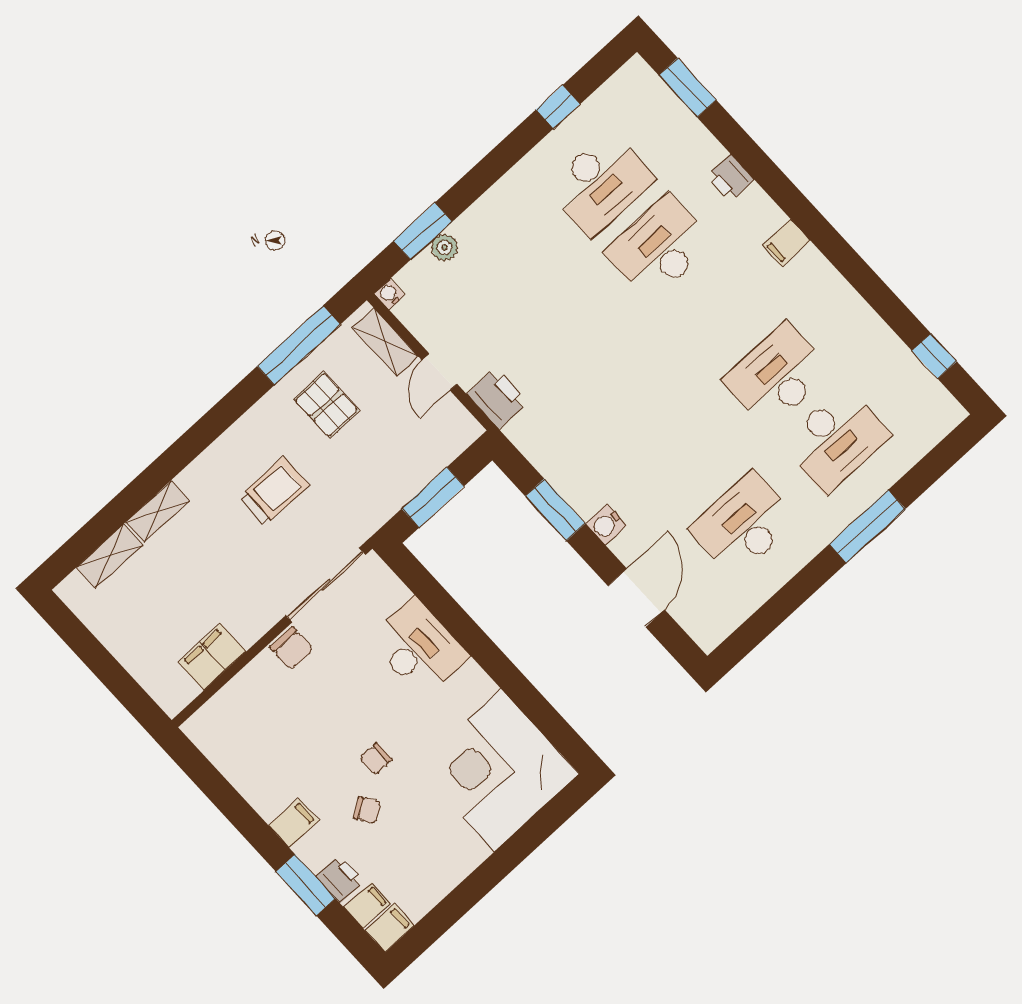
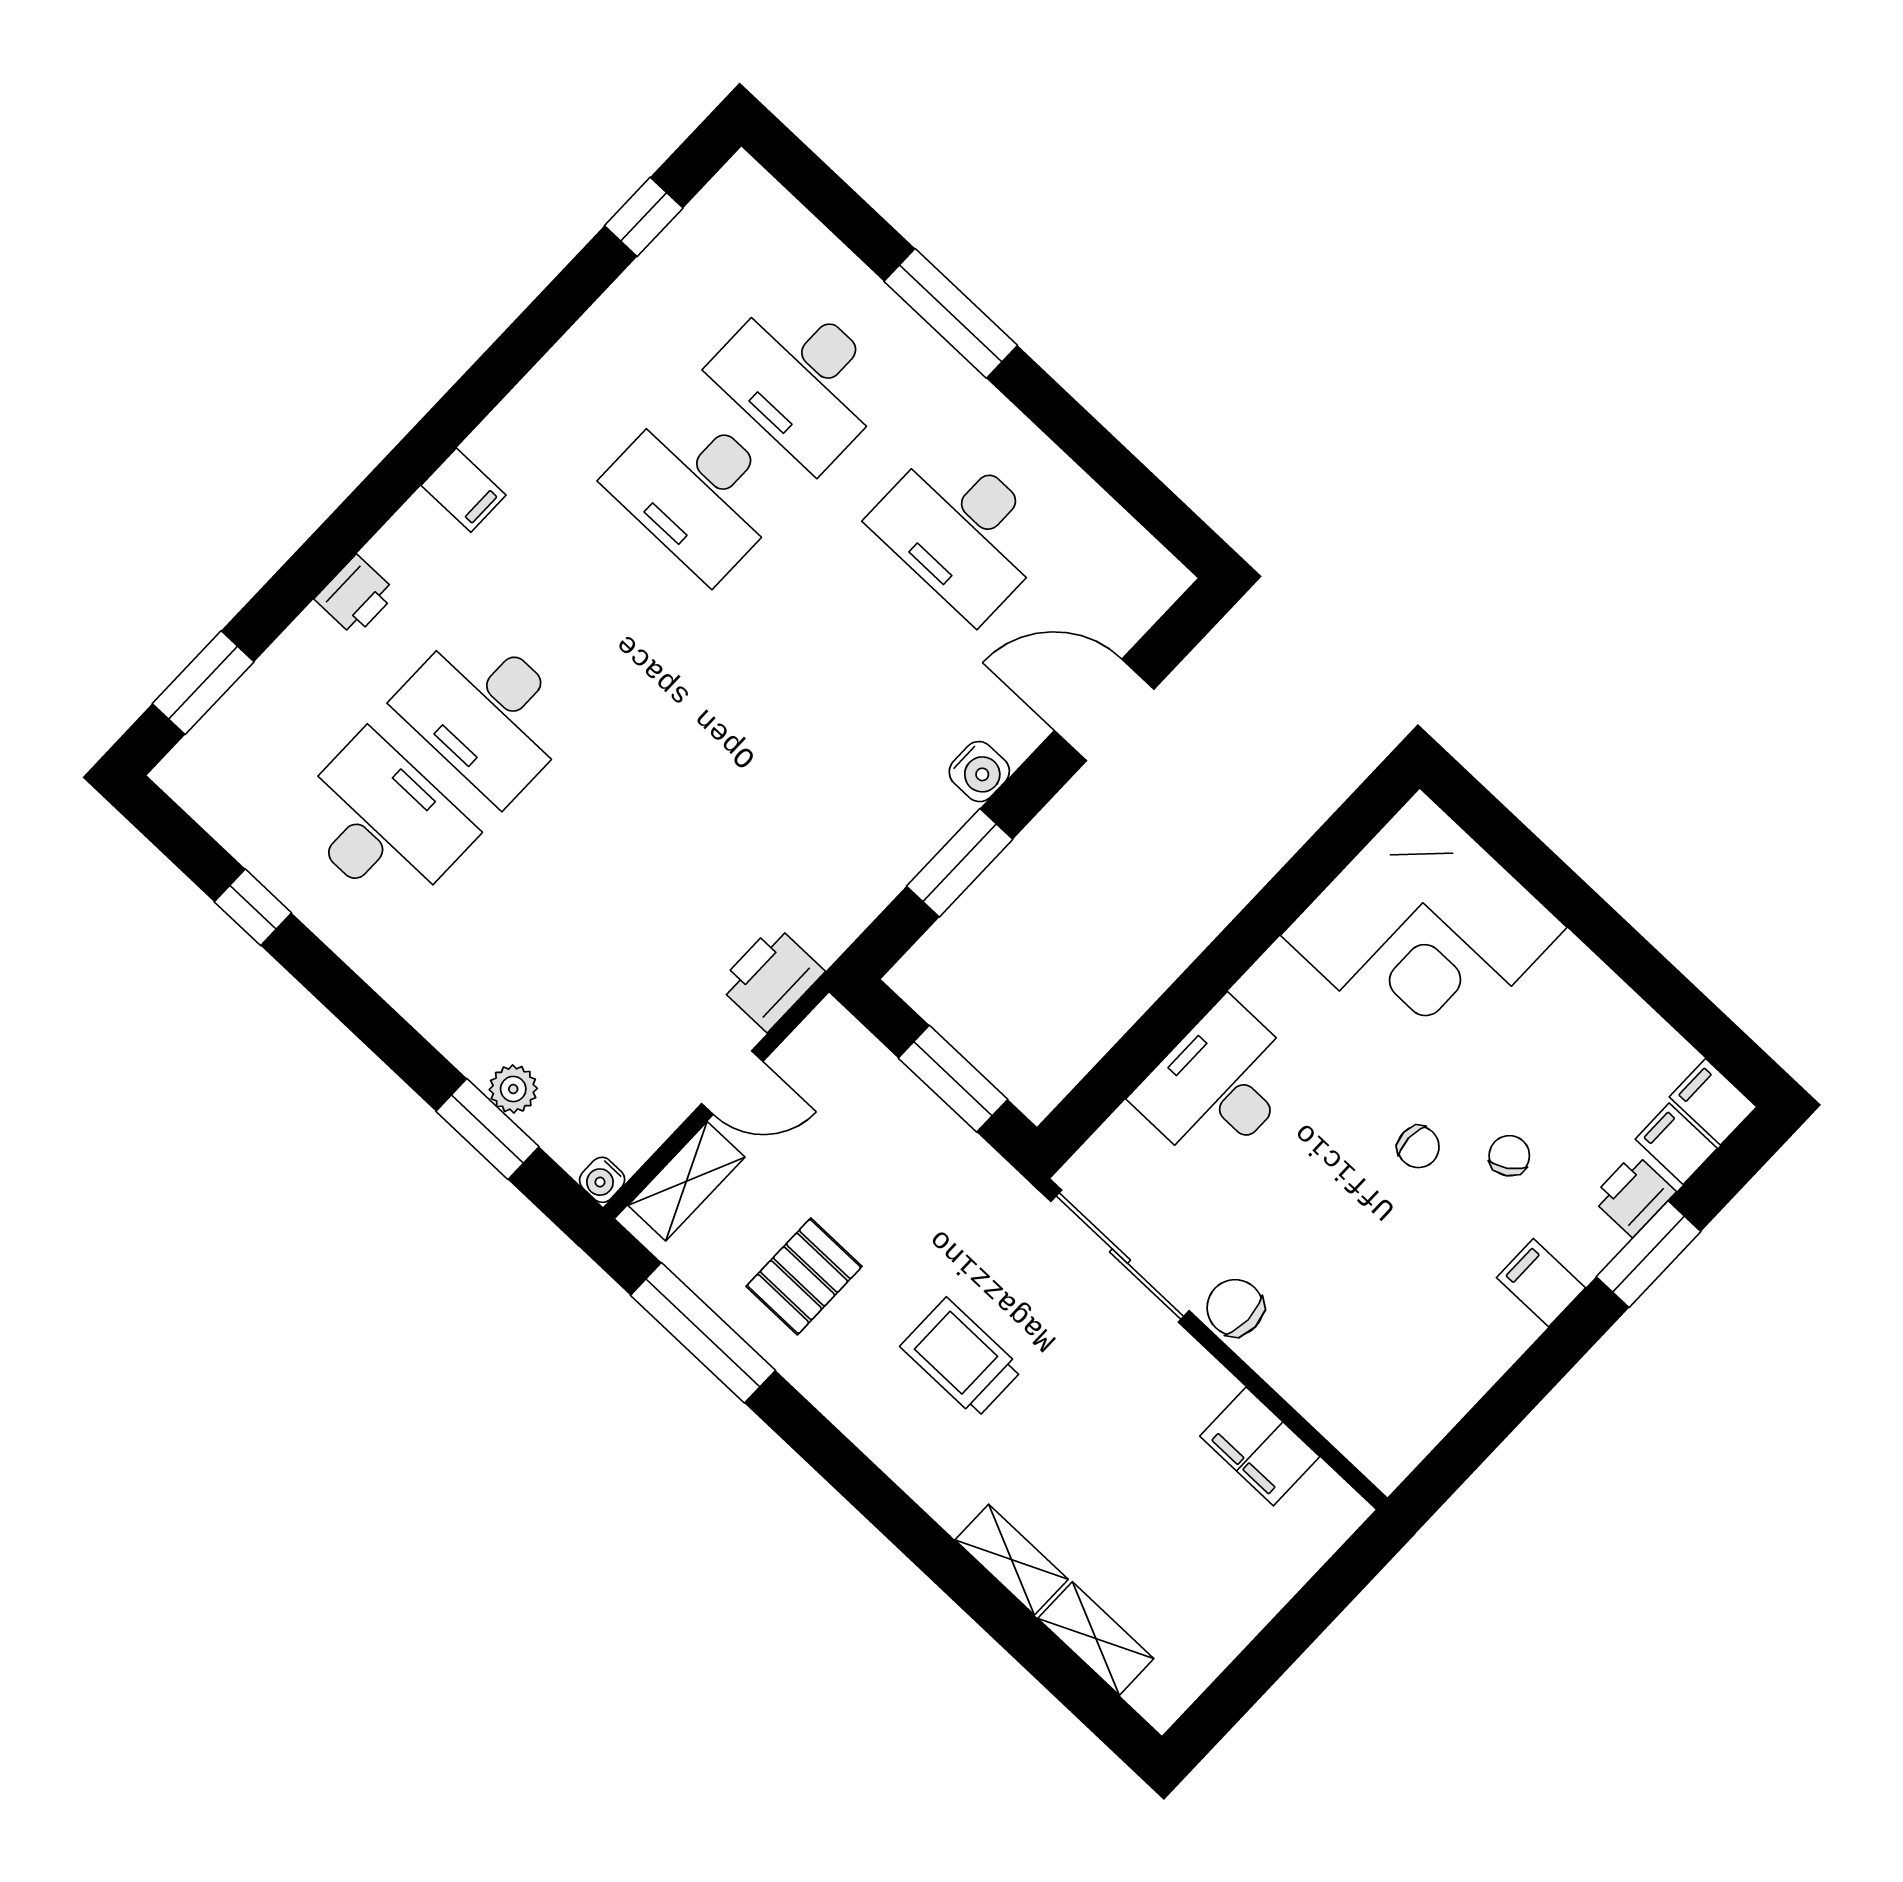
desk: (836, 440) -> (802, 379), turned 180
chair: (292, 648) -> (1235, 1308), turned -90

